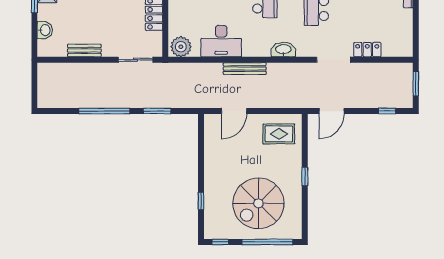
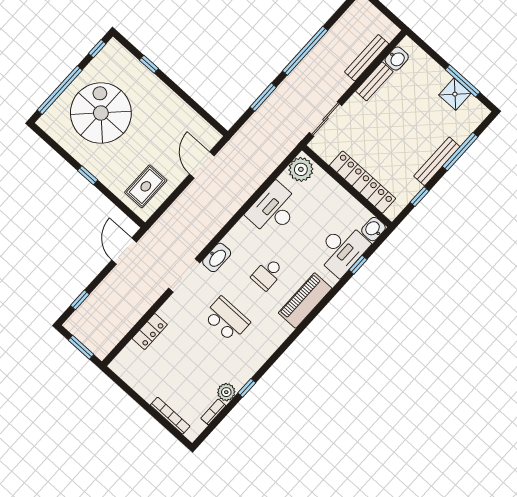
washbasin: (45, 30) -> (397, 59), moved, turned -90
doorway: (333, 60) -> (184, 275), moved
bench: (245, 69) -> (367, 58), moved

